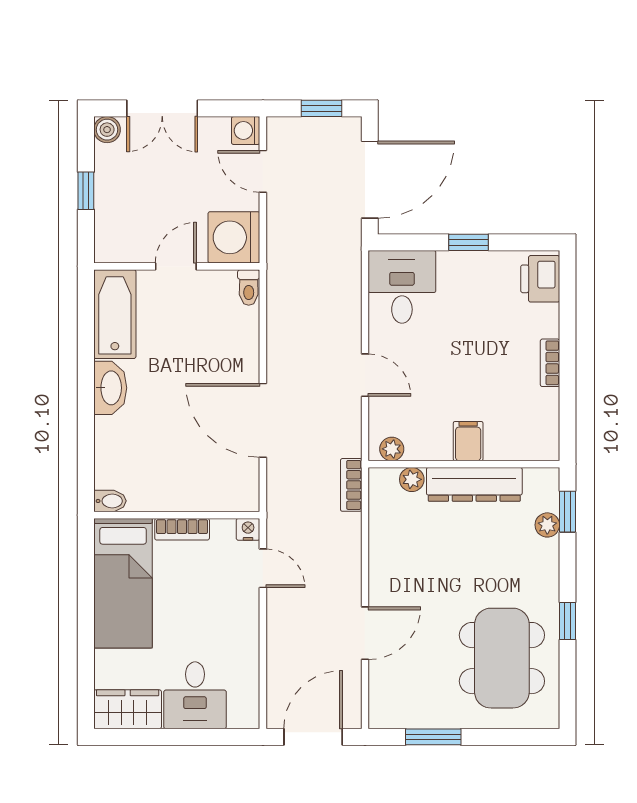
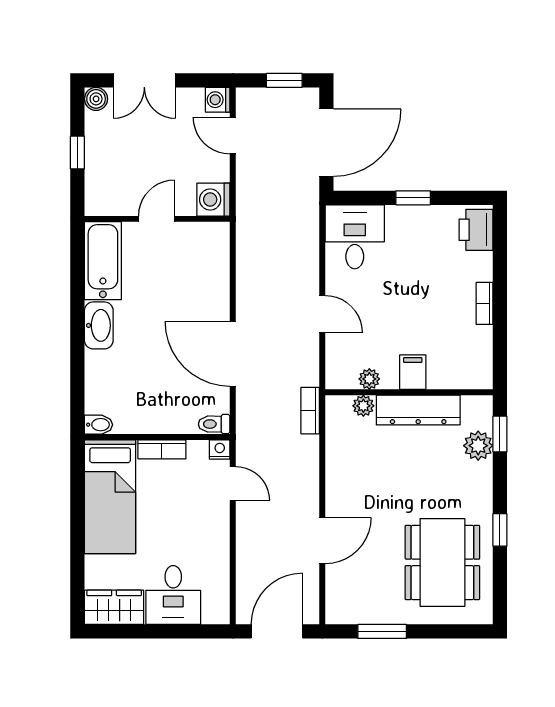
washing machine: (234, 237) -> (213, 200), width x0.73, depth x0.73
toilet: (249, 287) -> (214, 424), moved, turned 90
plant: (392, 449) -> (369, 379), moved
plant: (547, 525) -> (478, 446), width x1.38, depth x1.38

